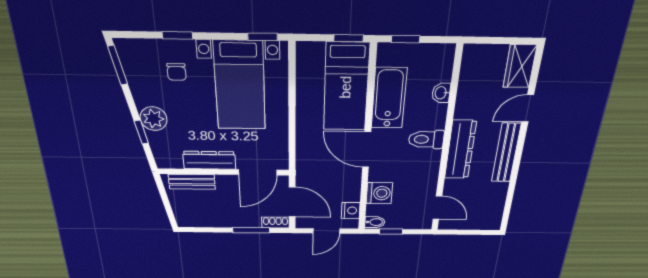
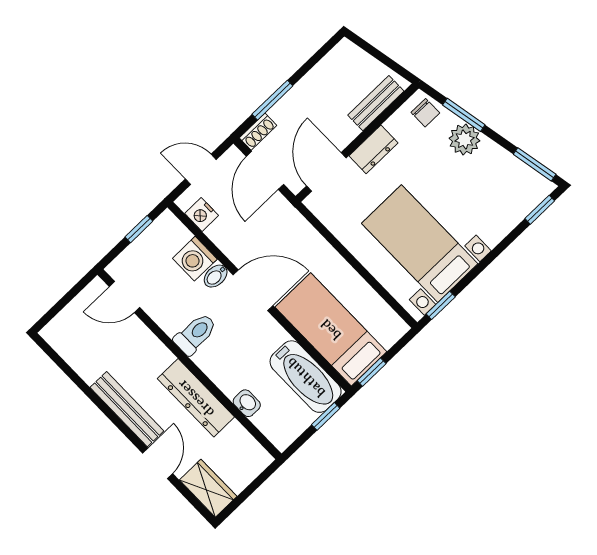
window: (177, 35) -> (540, 210), moved
chair: (177, 72) -> (425, 113), moved, turned 180
bathtub: (389, 98) -> (306, 377), moved
window: (141, 132) -> (464, 115), width x1.50
toilet: (426, 139) -> (195, 334), moved
dresser: (460, 150) -> (196, 398), moved
dresser: (209, 160) -> (373, 149), width x0.70
door: (292, 202) -> (265, 170), hinge flipped
bidet: (375, 222) -> (216, 276), moved
door: (326, 231) -> (201, 169), hinge flipped

